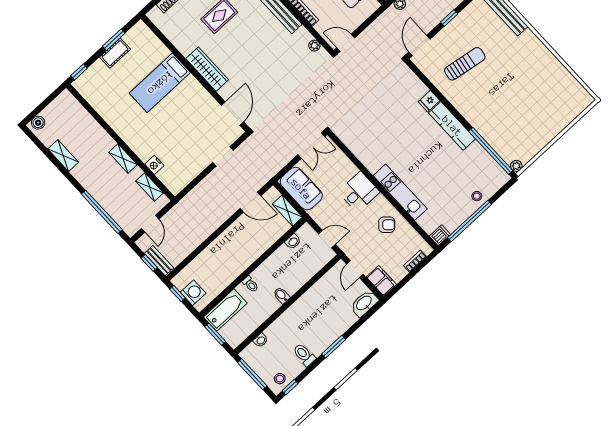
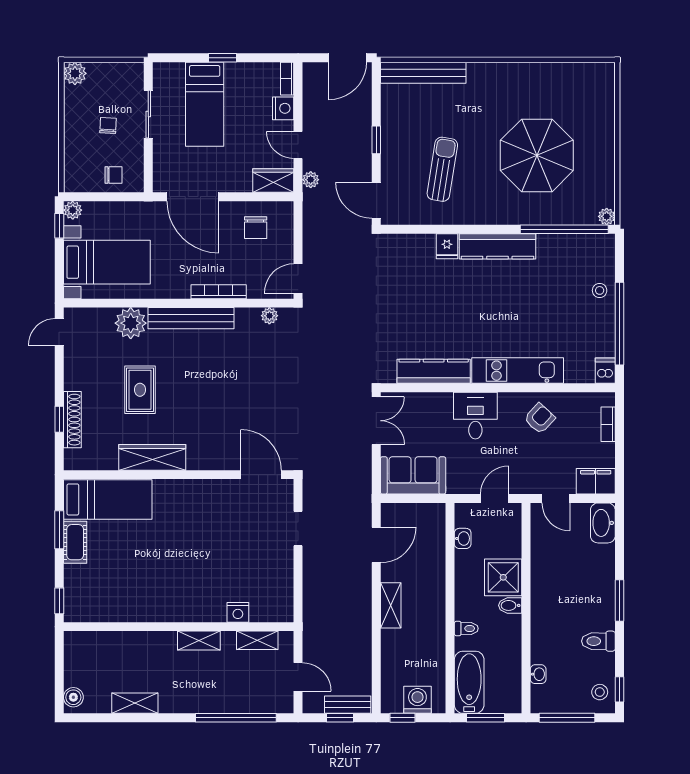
wardrobe: (207, 69) -> (152, 457), moved
bed: (160, 83) -> (108, 499), moved, turned -90
parasol: (514, 104) -> (537, 155), added
kitchen counter: (362, 151) -> (434, 371), added
shelving: (287, 211) -> (391, 605), moved, turned 90
shower: (292, 279) -> (503, 577), added

